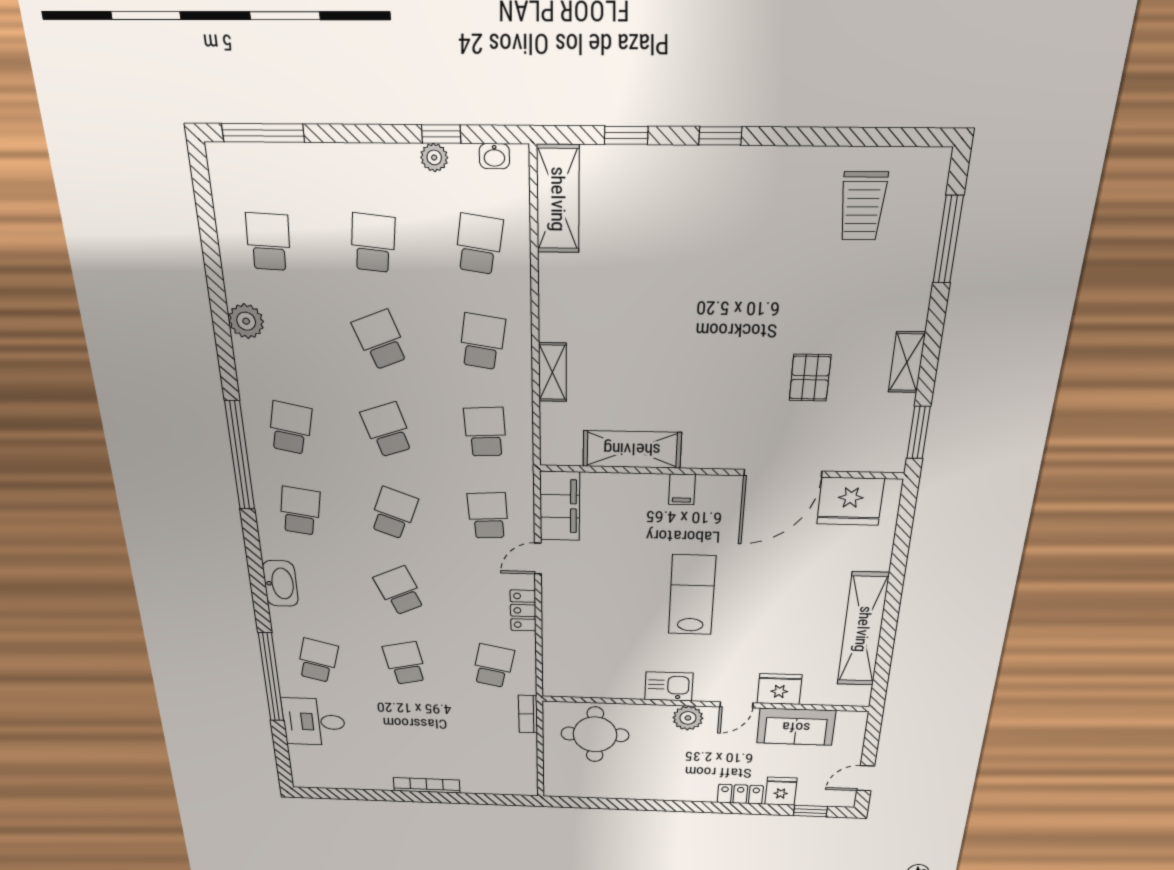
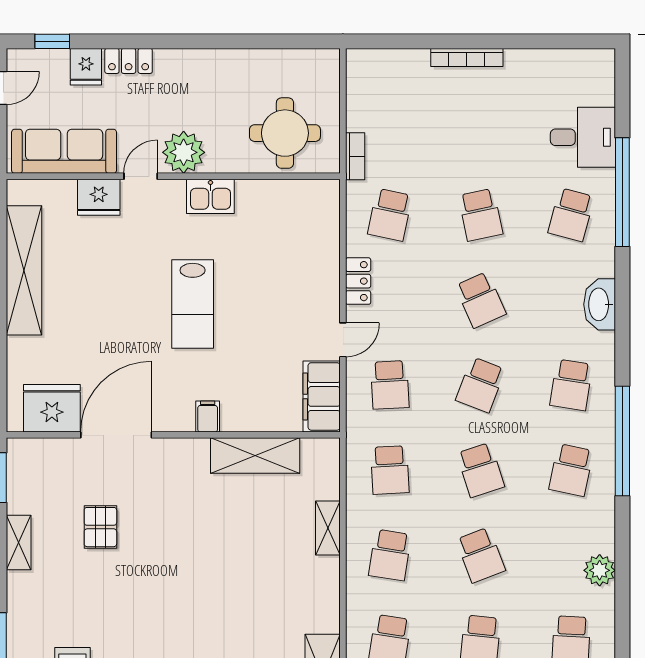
plant: (688, 718) -> (184, 152), width x1.36, depth x1.36
sofa: (796, 727) -> (64, 151), width x1.36

